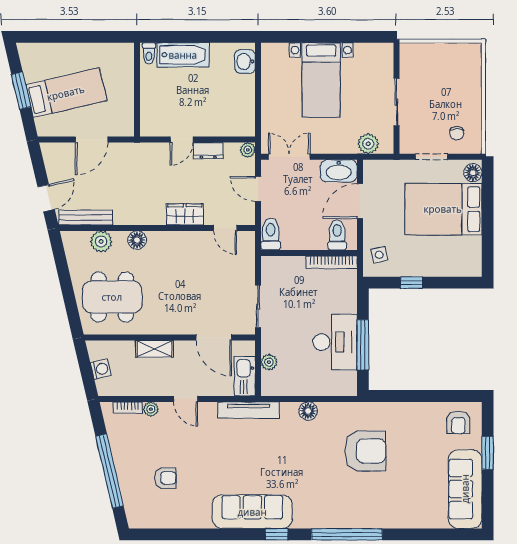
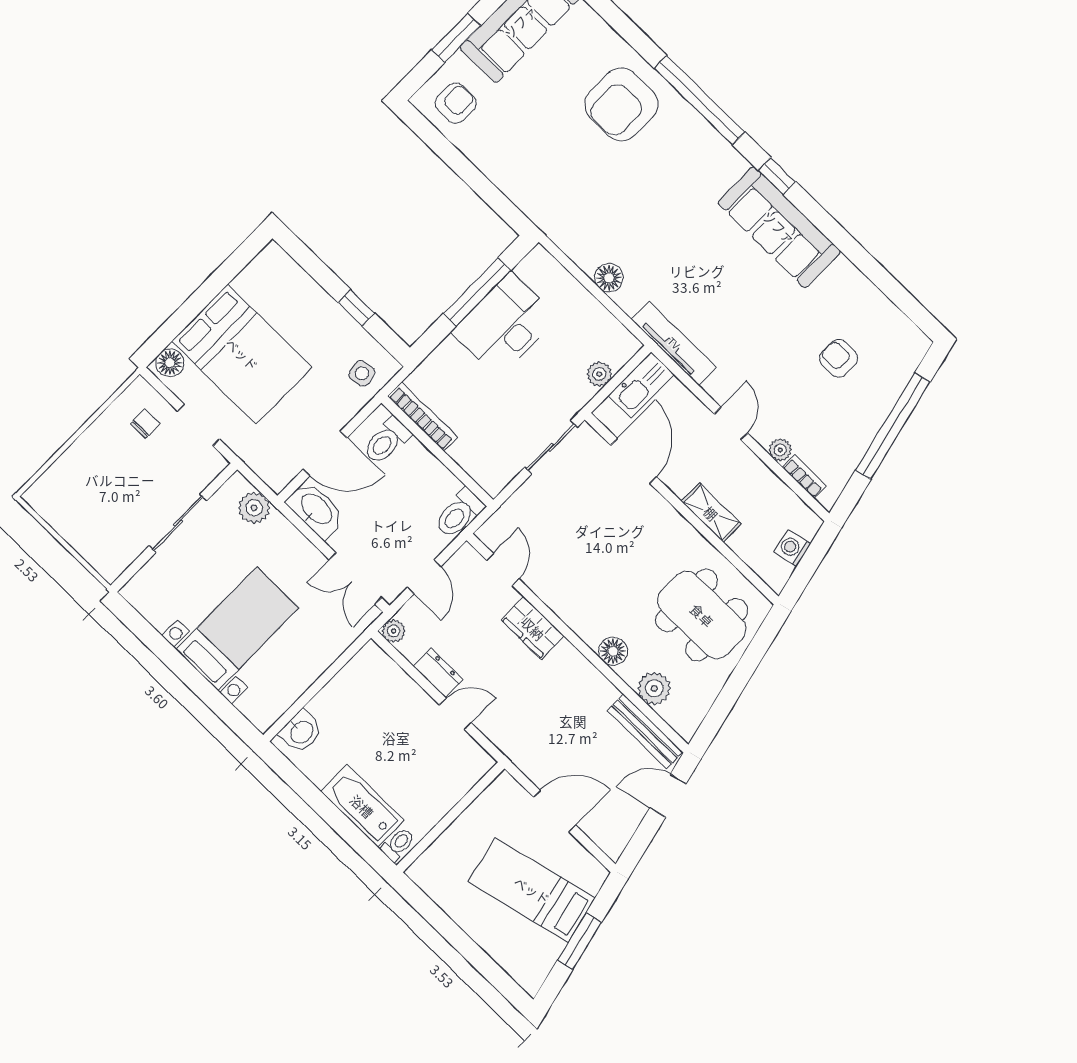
armchair: (365, 451) -> (621, 104), moved, turned -90

